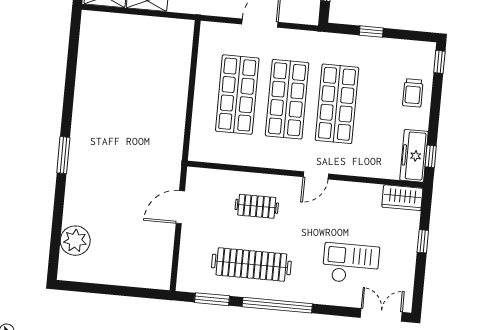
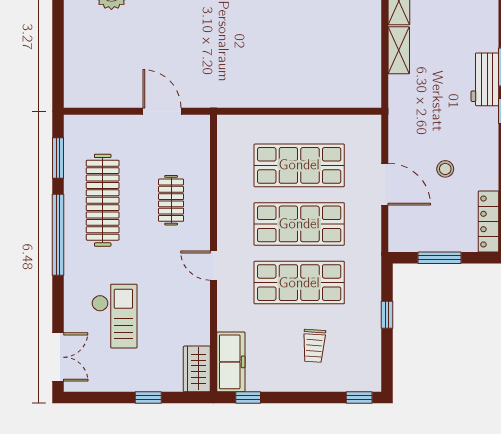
trolley: (413, 93) -> (314, 346), moved, turned -86
freezer: (414, 156) -> (231, 362), moved, turned 90

